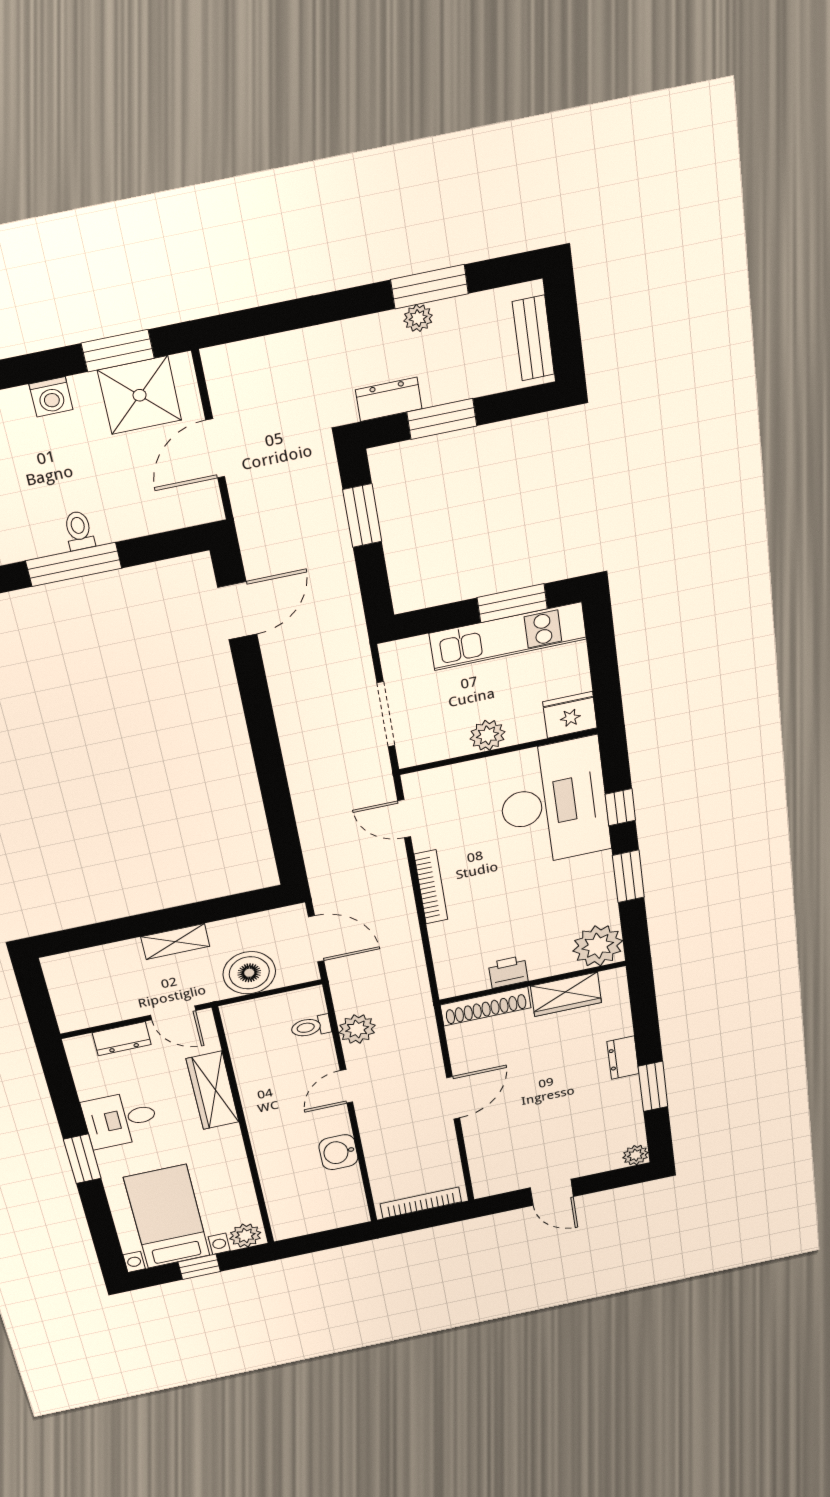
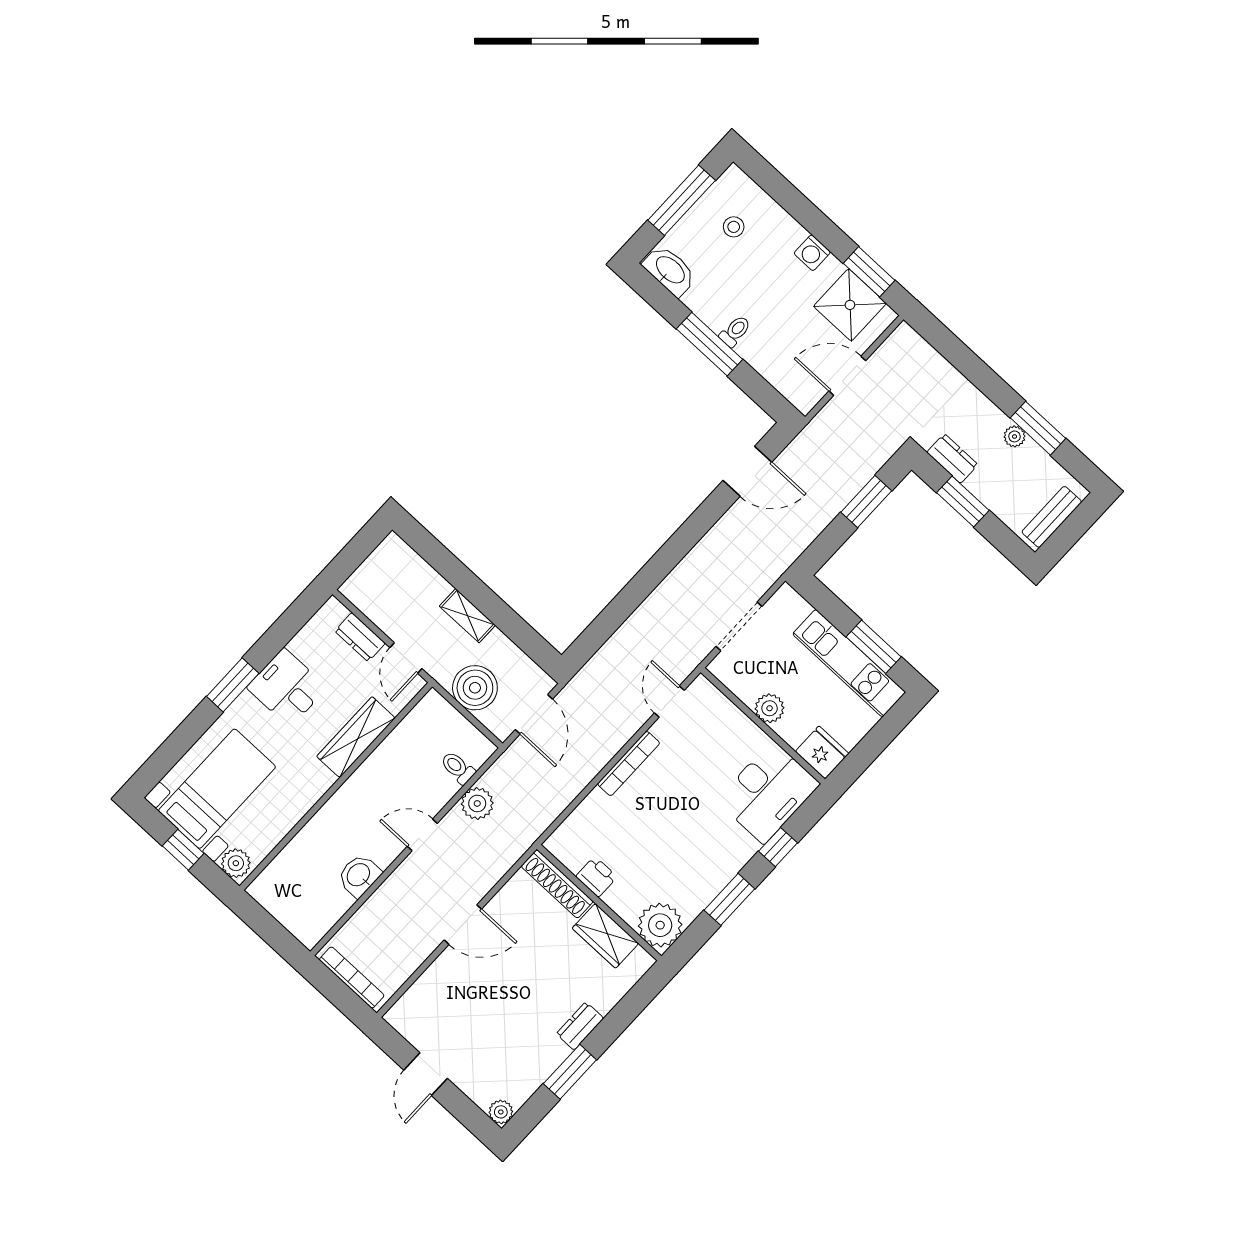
desk: (554, 803) -> (768, 792), width x0.73, depth x0.77

